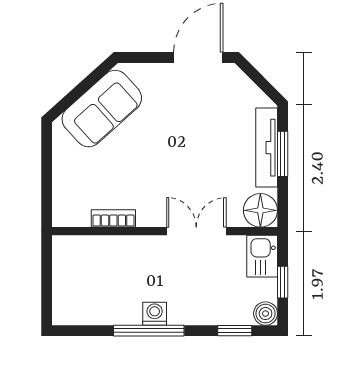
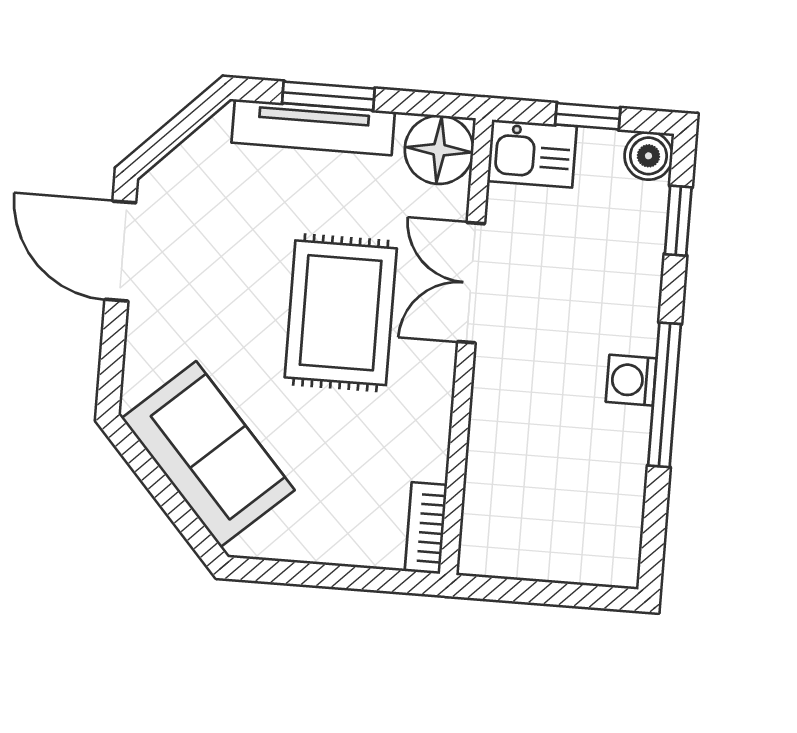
rug: (176, 168) -> (341, 313), added
bookcase: (113, 218) -> (426, 528), moved

